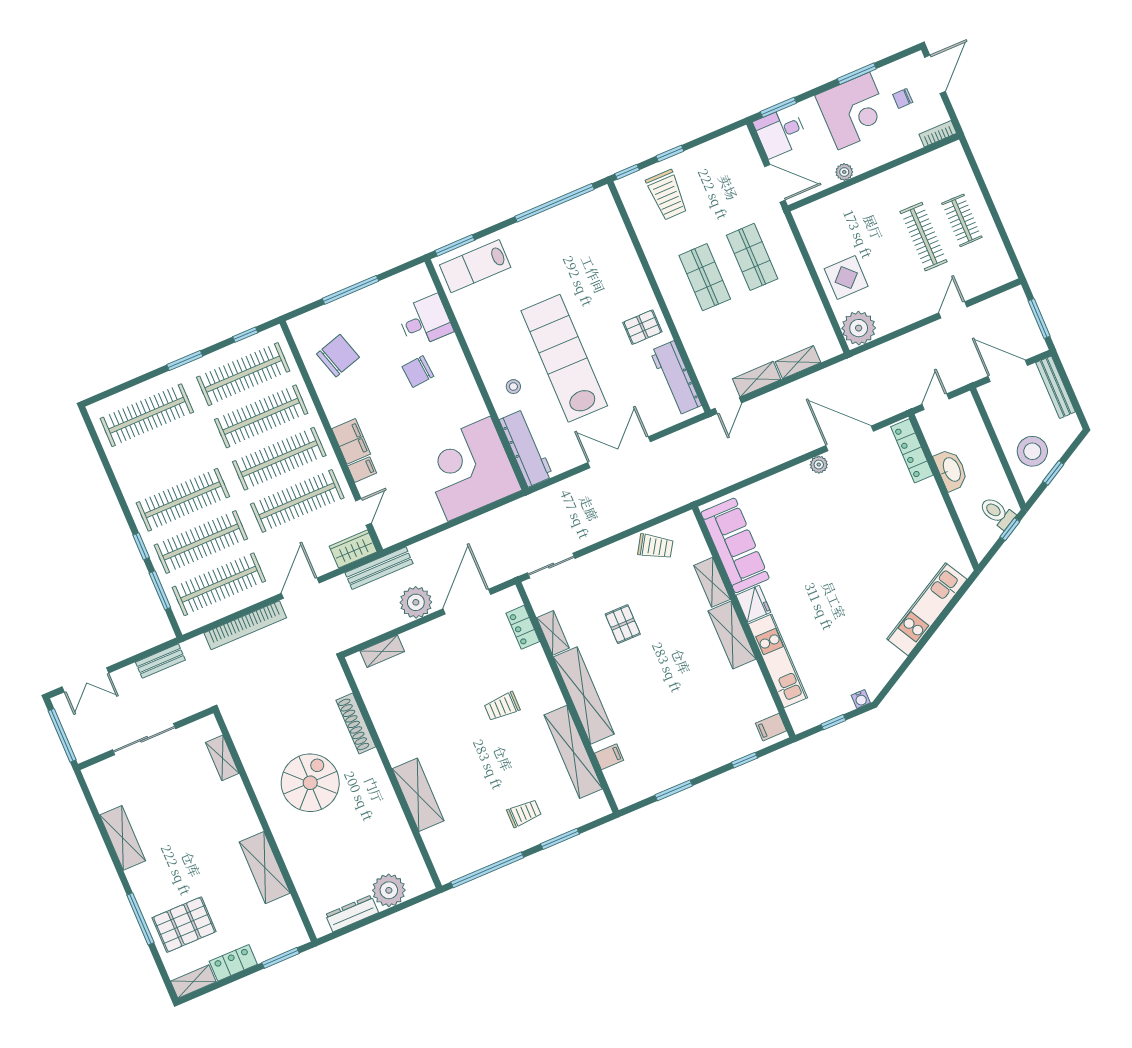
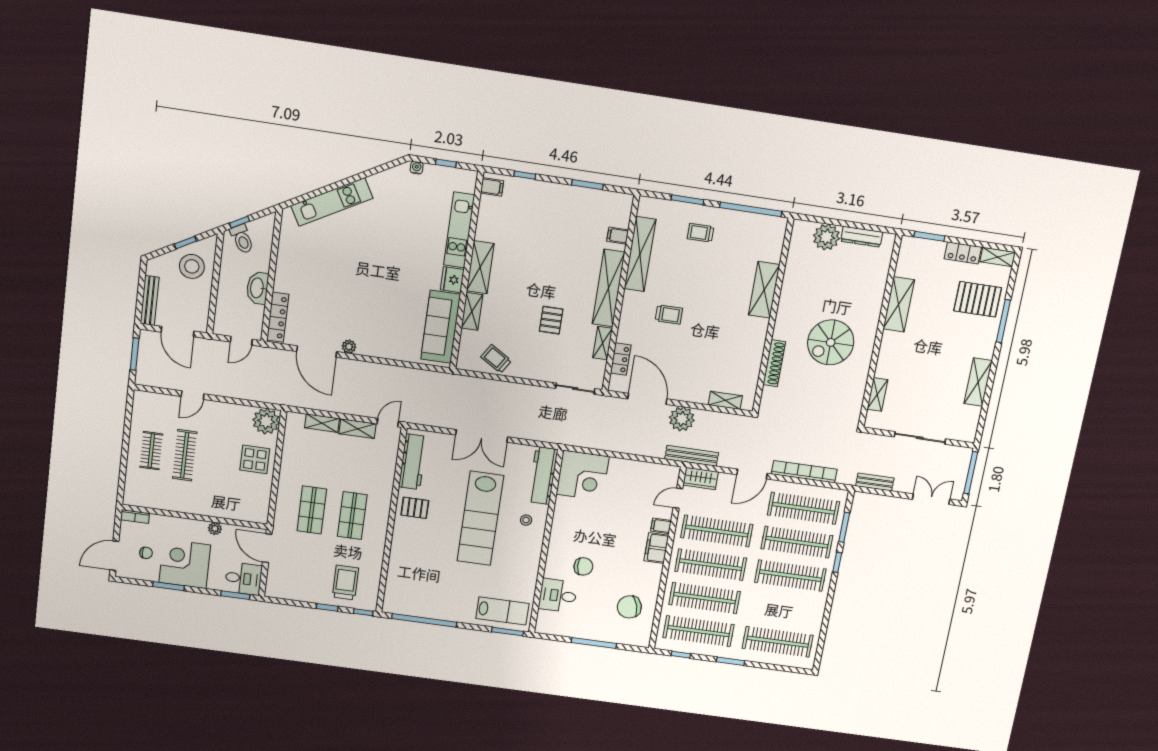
corner desk: (469, 469) -> (583, 475), width x0.74, depth x0.74
door: (467, 602) -> (647, 399), swing flipped

